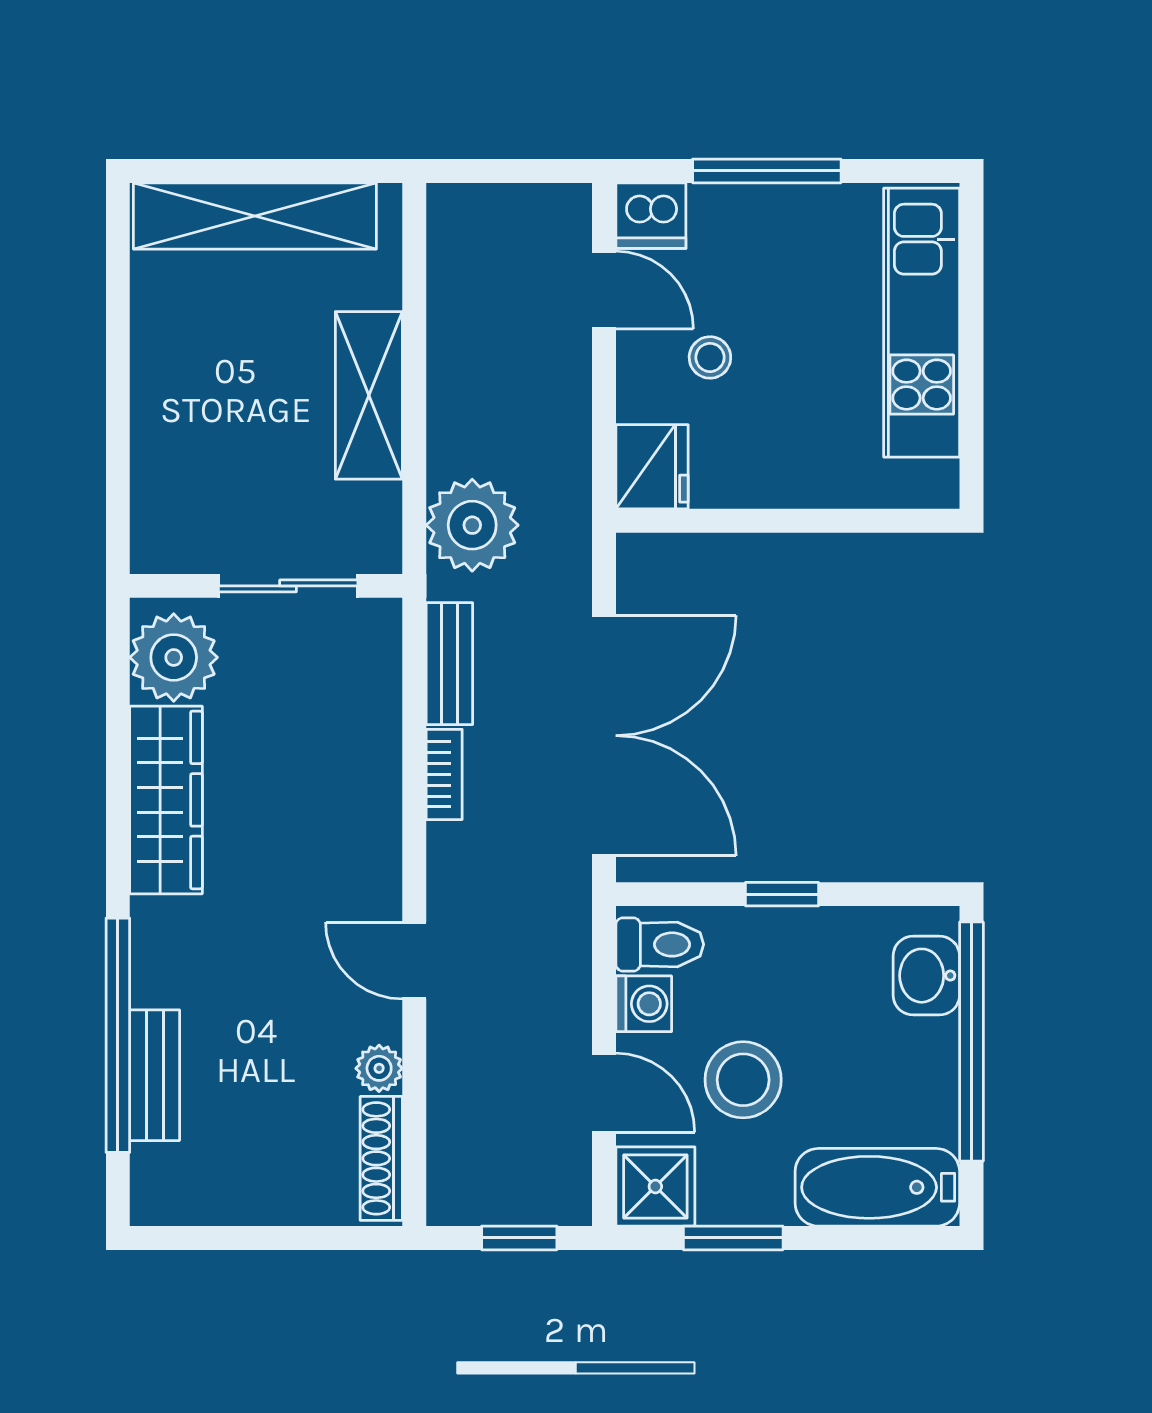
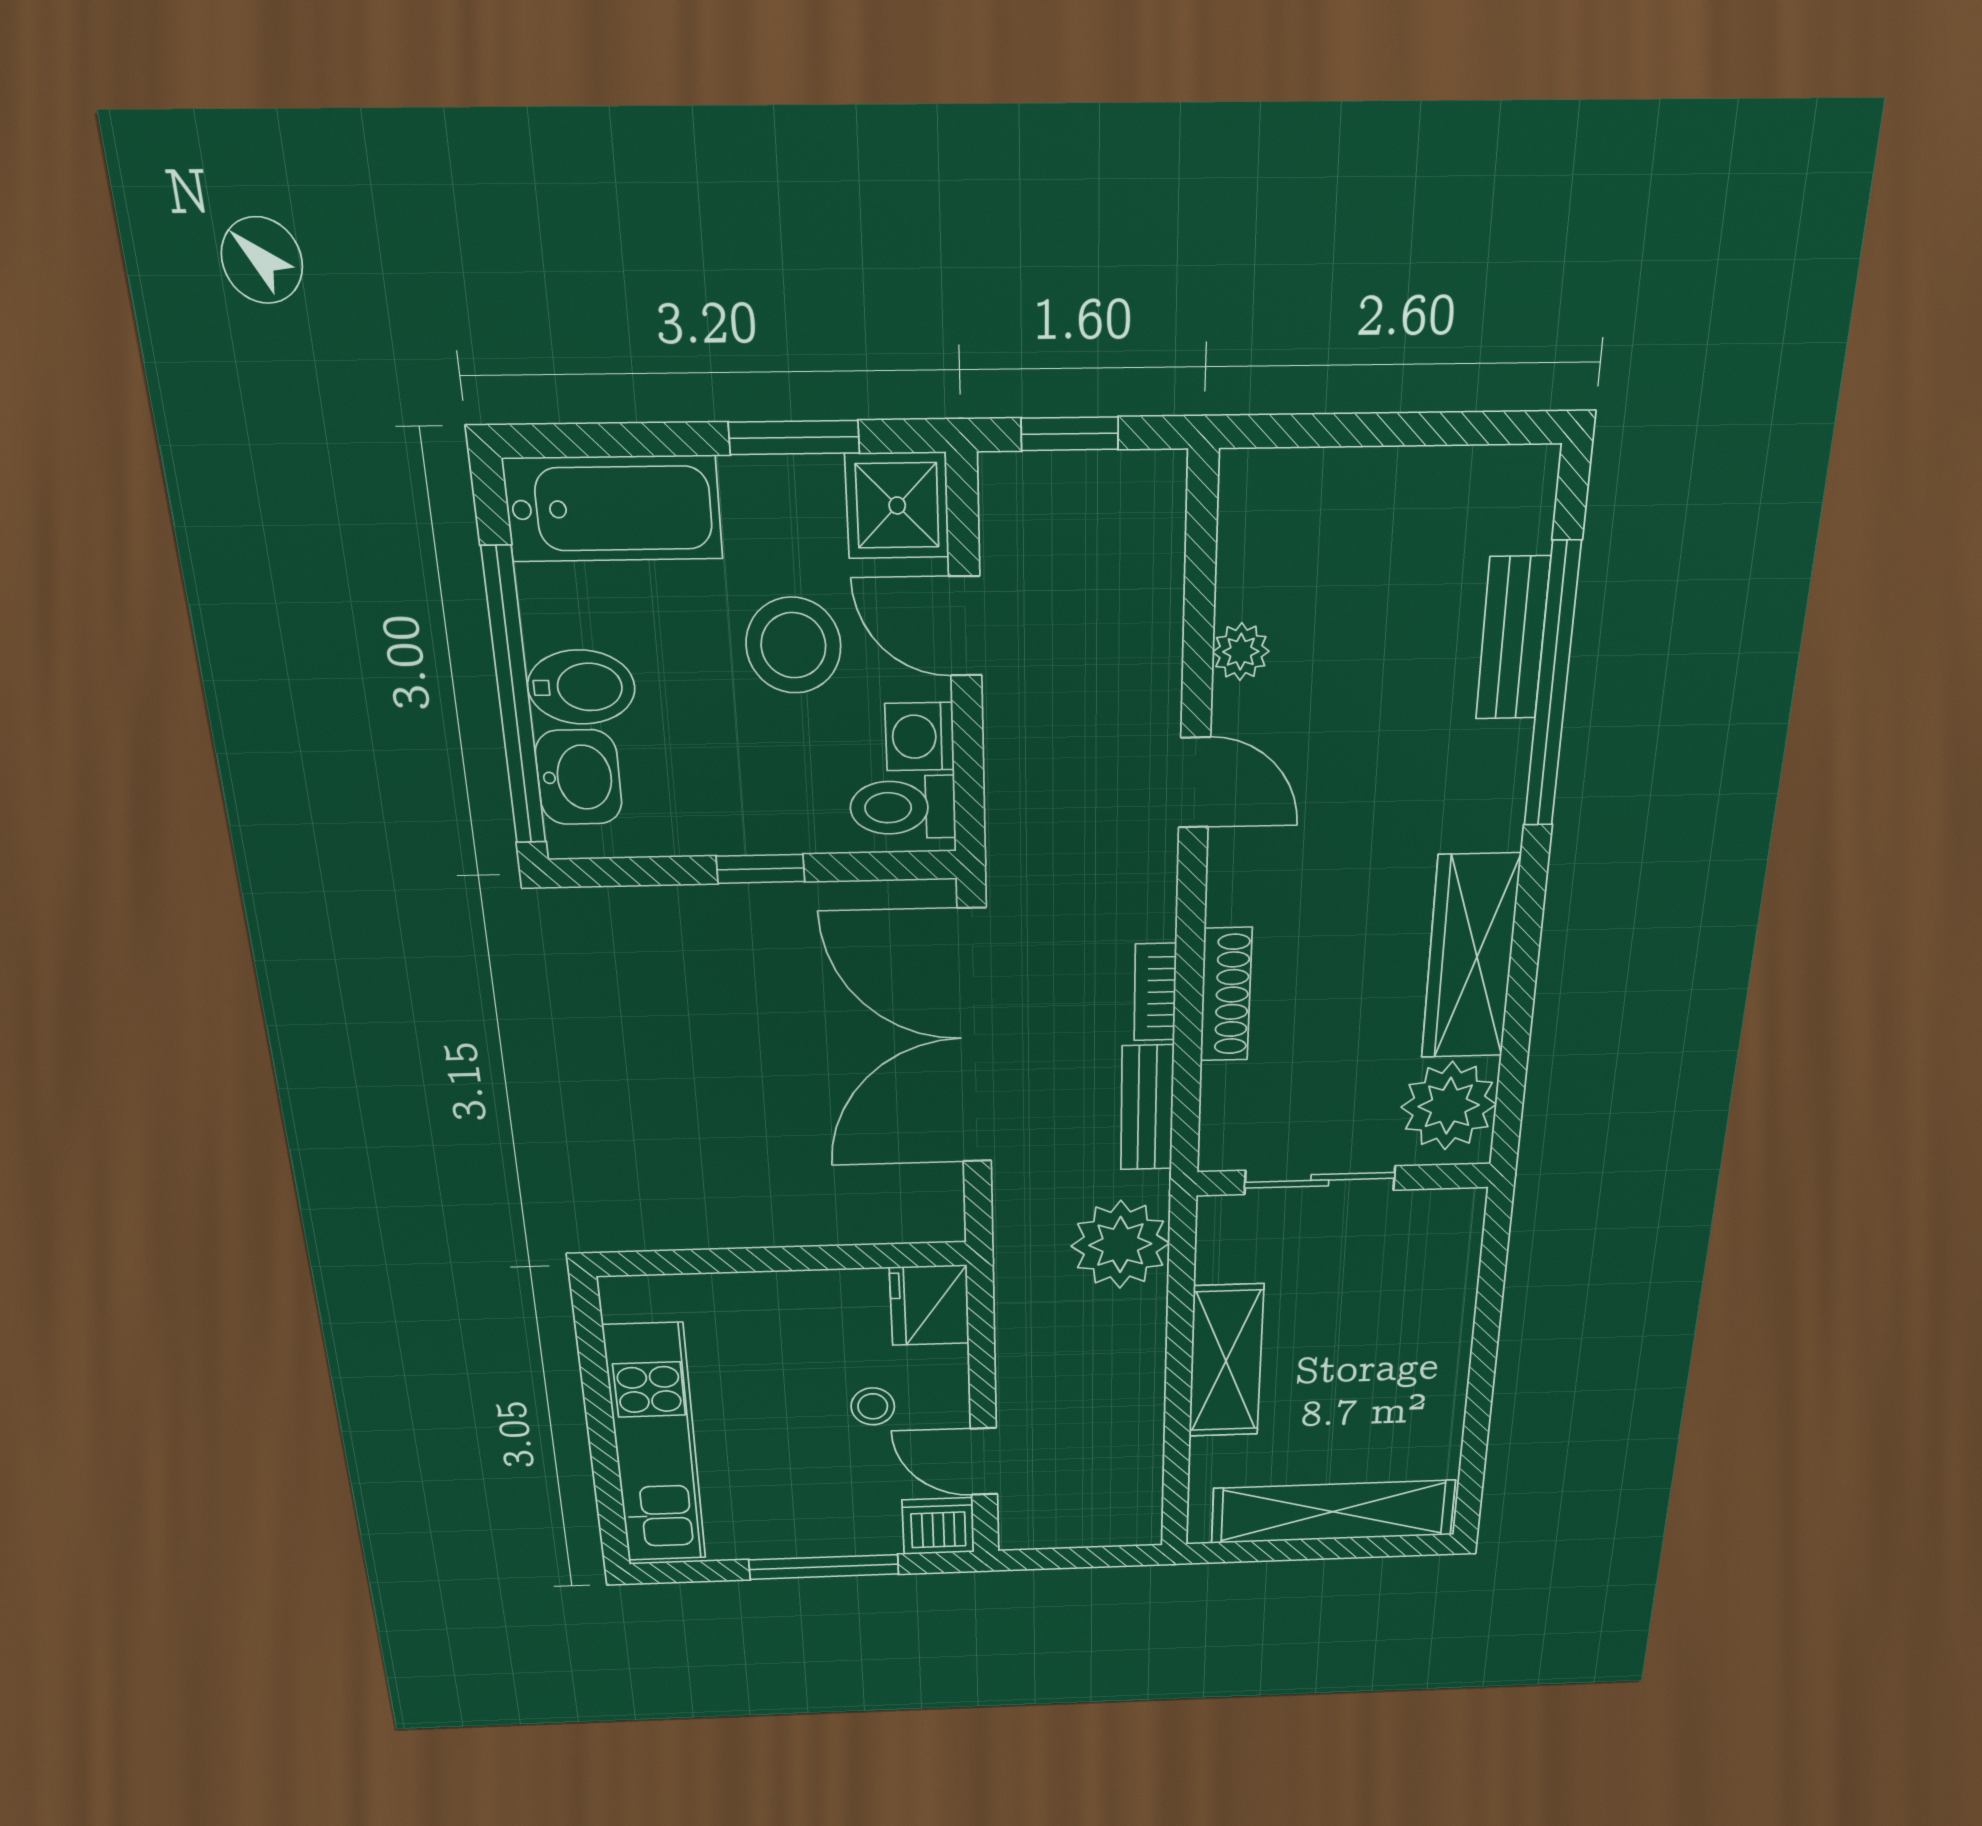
bidet: (917, 1049) -> (581, 687), added
shoe rack: (381, 1158) -> (1226, 995), moved

